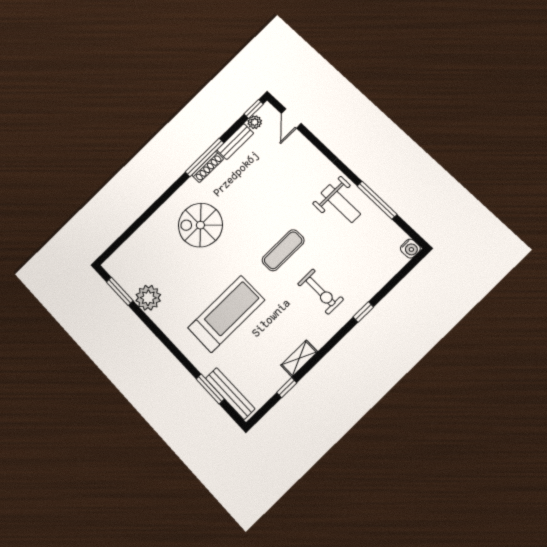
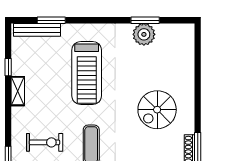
spiral stairs: (200, 225) -> (157, 110), turned 180
window: (120, 291) -> (145, 20), moved
exercise bike: (321, 292) -> (45, 142), turned 180

